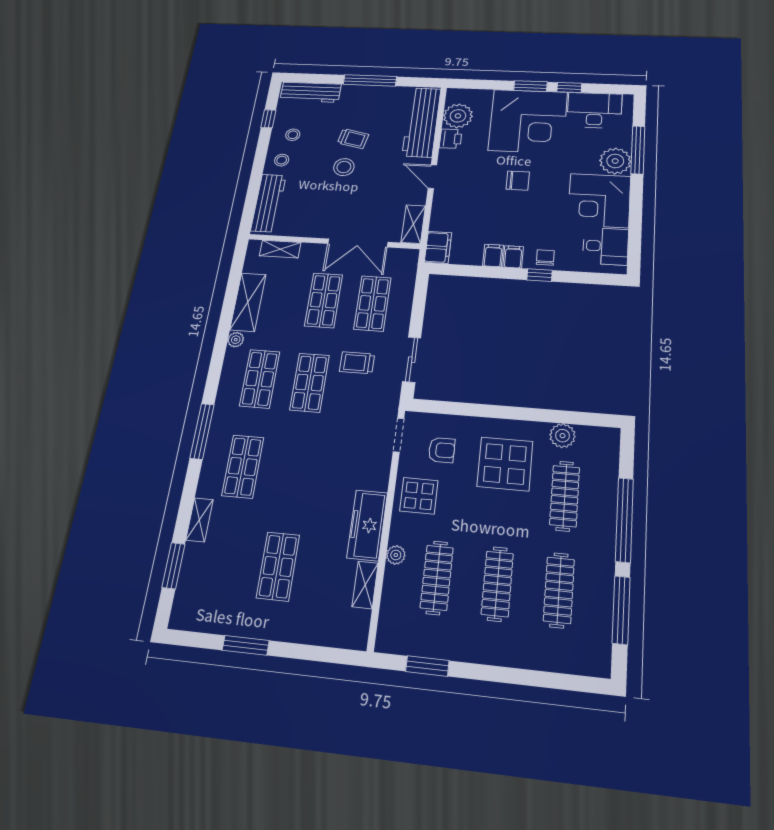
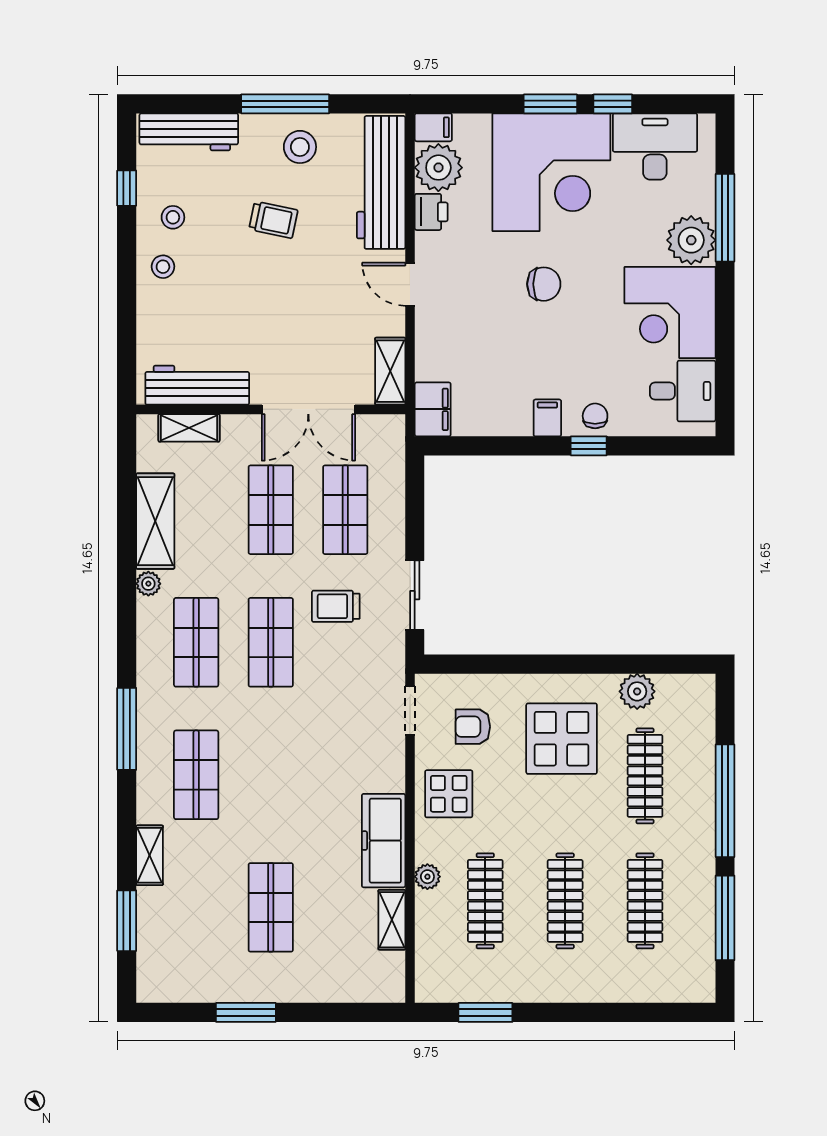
stool: (344, 167) -> (300, 147), moved
workbench: (268, 203) -> (197, 385), moved, turned -90
filing cabinet: (493, 256) -> (433, 127), moved, turned 90
armchair: (442, 450) -> (473, 727), turned 180

